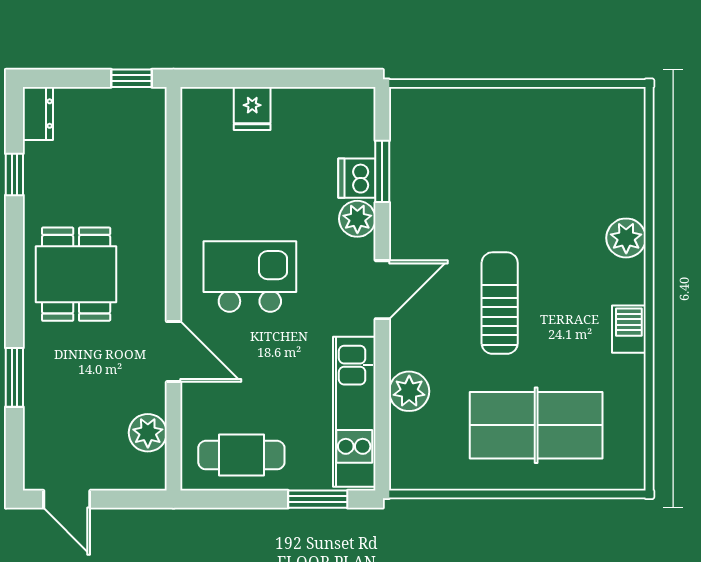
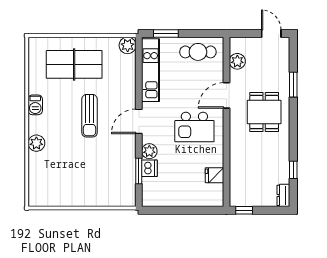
fridge: (252, 109) -> (214, 175), moved, turned -90
dining table: (76, 274) -> (264, 112), moved
door: (174, 352) -> (226, 95), hinge flipped
plant: (409, 391) -> (128, 45), moved

